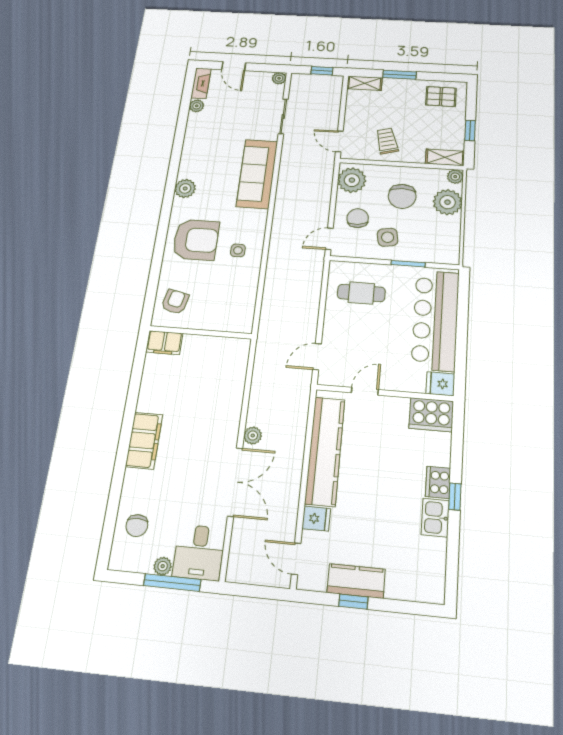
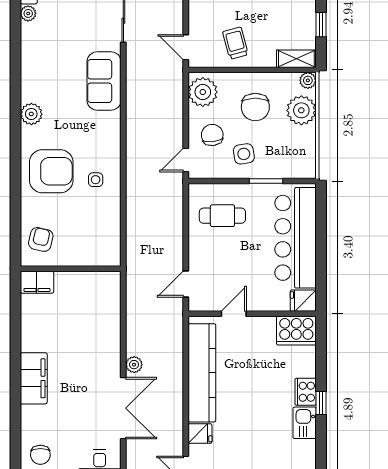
sofa: (257, 174) -> (104, 81), width x0.73

